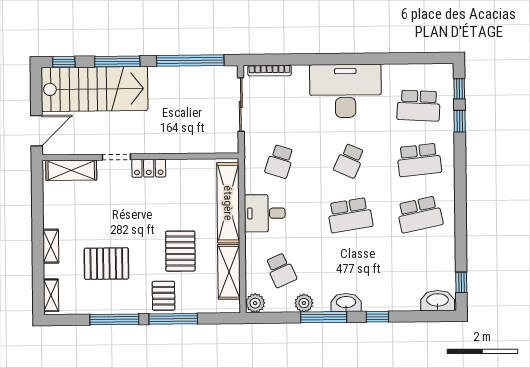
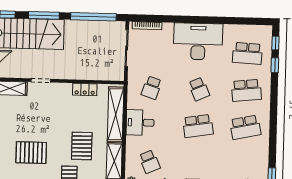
school desk: (349, 161) -> (199, 89), turned -48
locker: (149, 168) -> (85, 89), moved

